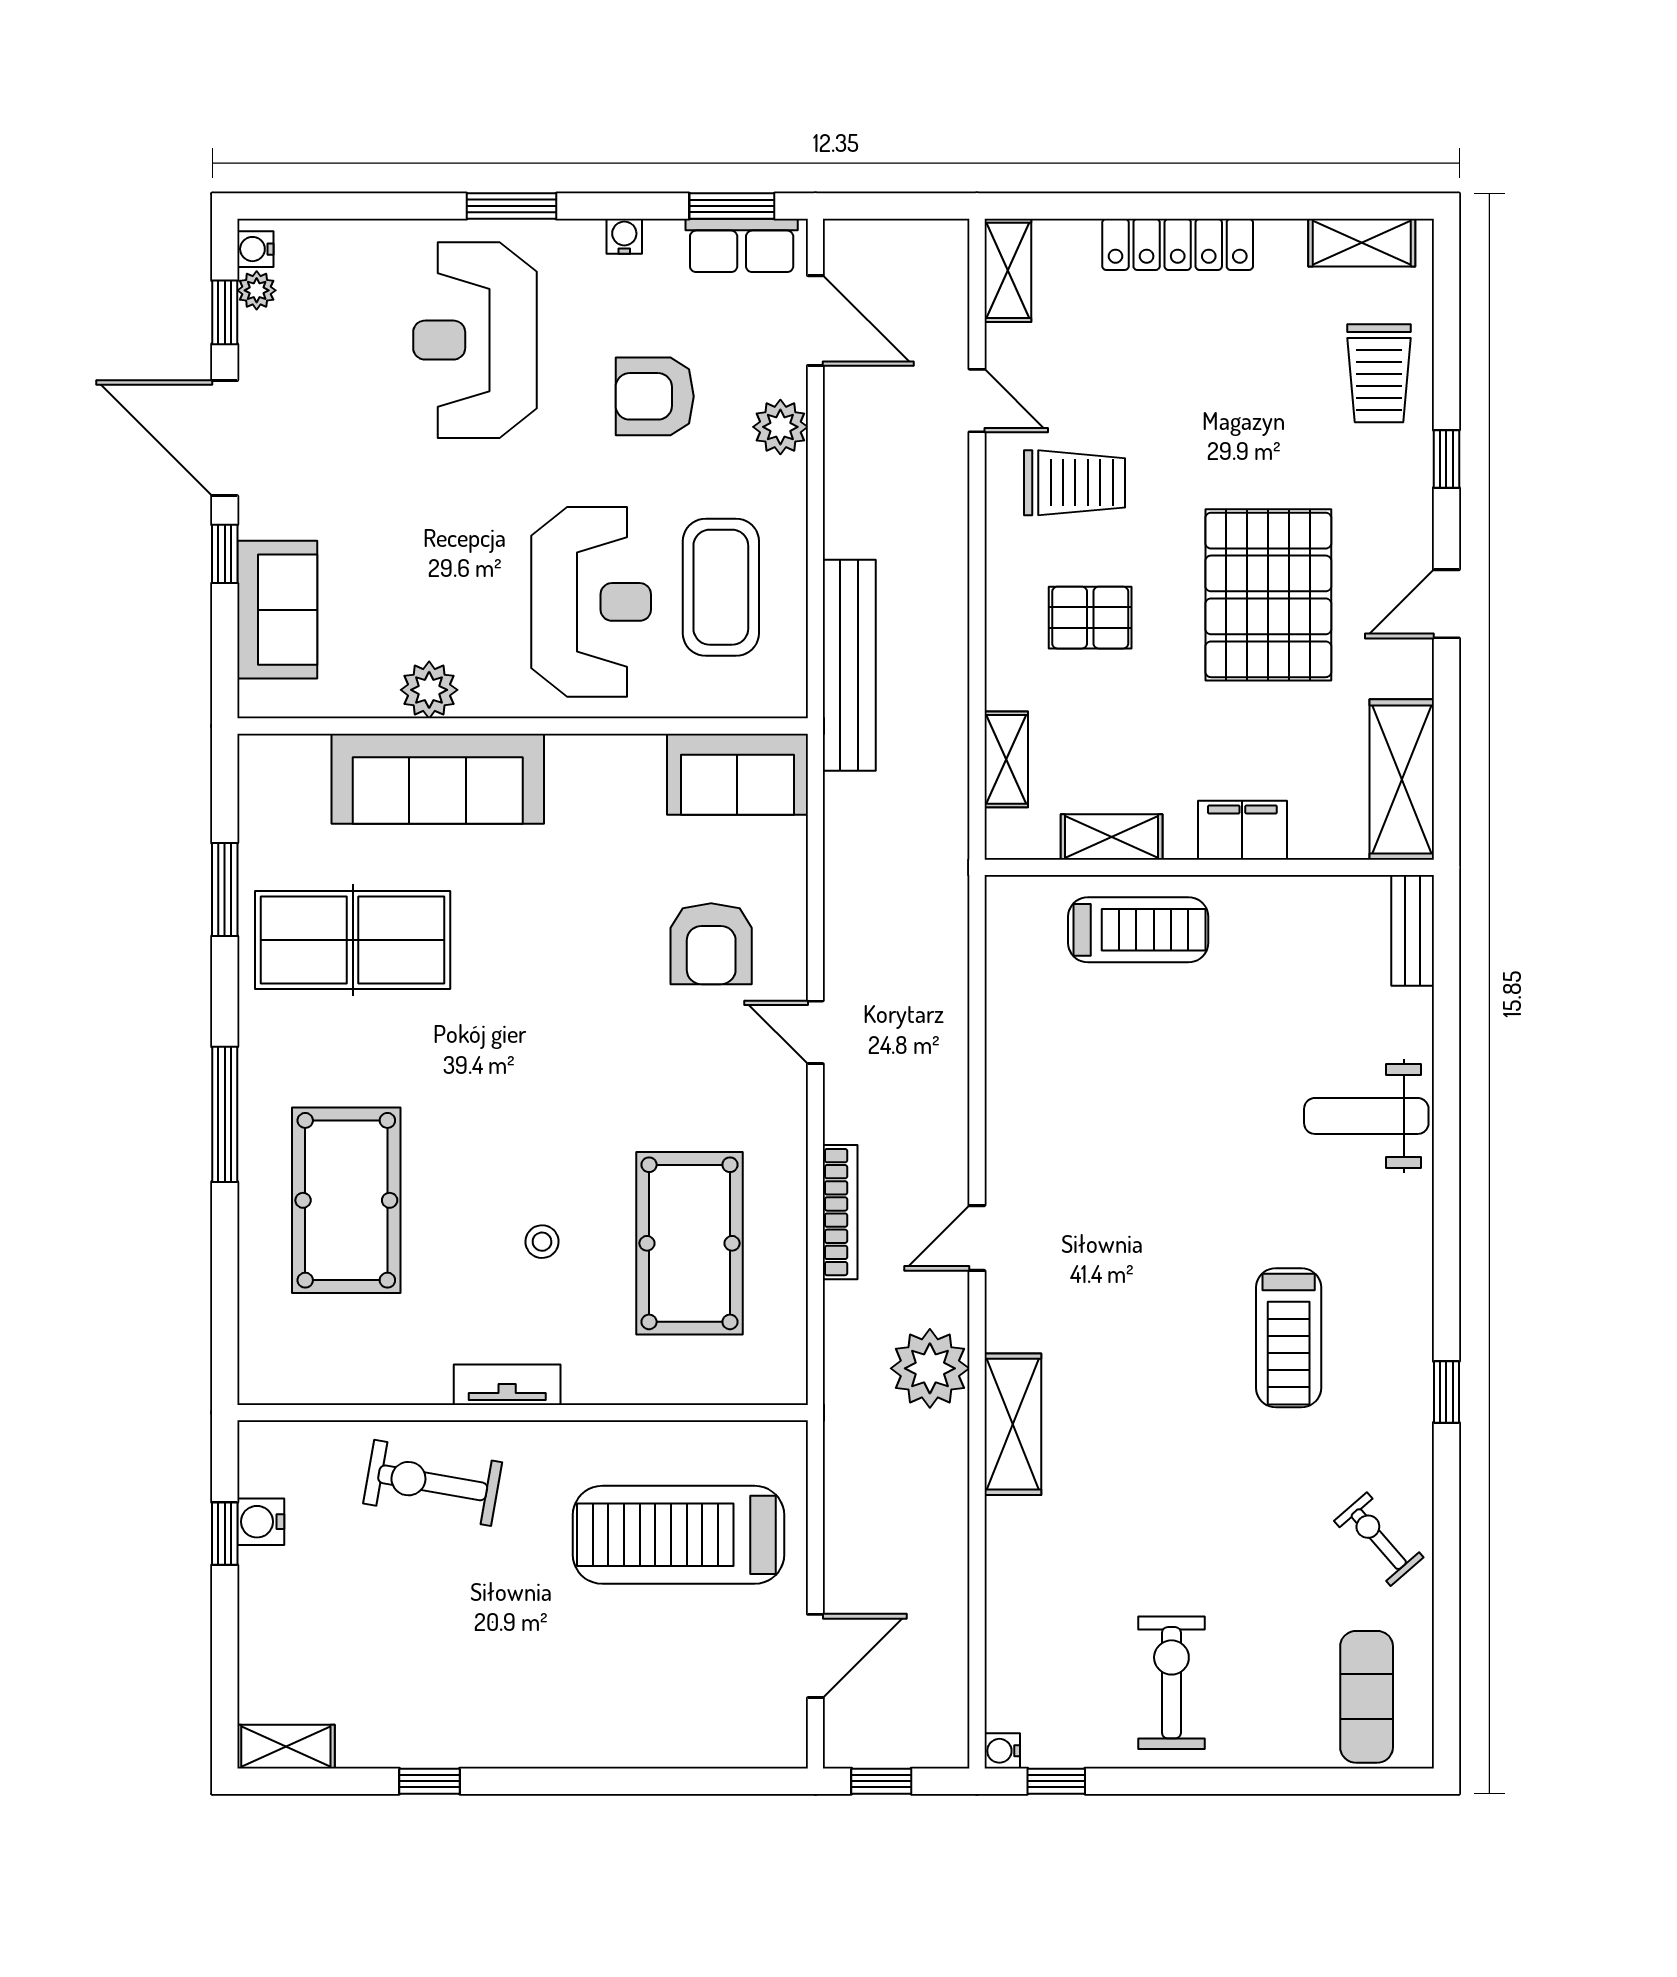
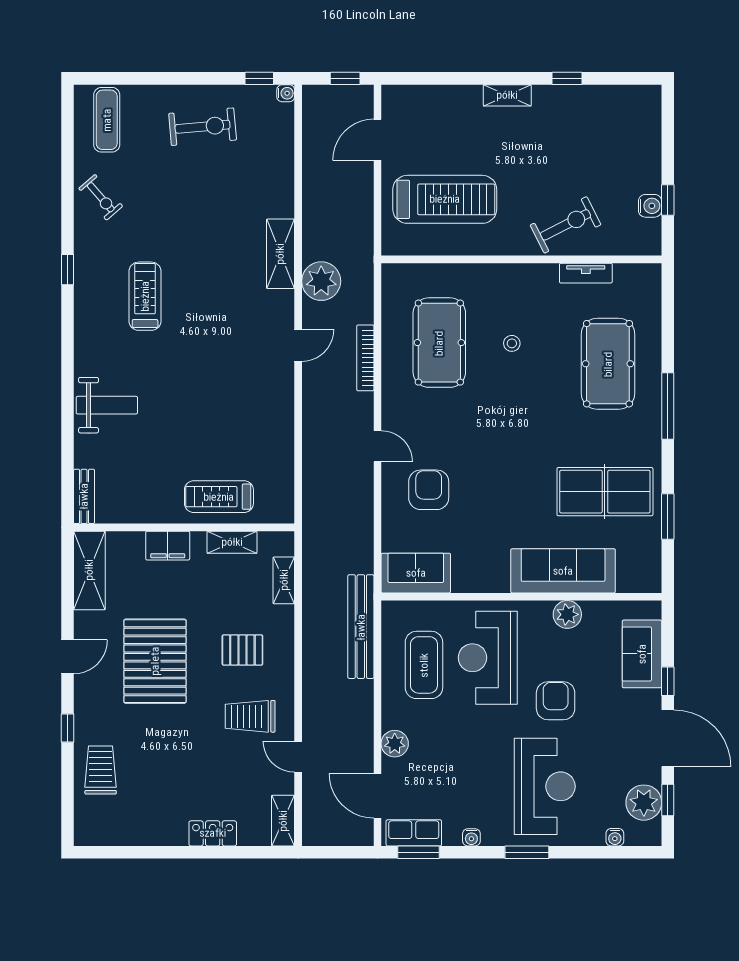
shelving: (1362, 243) -> (109, 834), removed
locker: (1178, 244) -> (213, 833), width x0.66
water cooler: (255, 249) -> (615, 837), moved, turned 90
plant: (257, 290) -> (644, 803), width x1.88, depth x1.88
armchair: (655, 396) -> (556, 701), moved, turned -90
tv unit: (507, 1385) -> (586, 273), moved
exercise bike: (433, 1483) -> (566, 225), turned -37
exercise bike: (1171, 1683) -> (203, 127), turned -95
shelving: (286, 1747) -> (507, 95), moved

